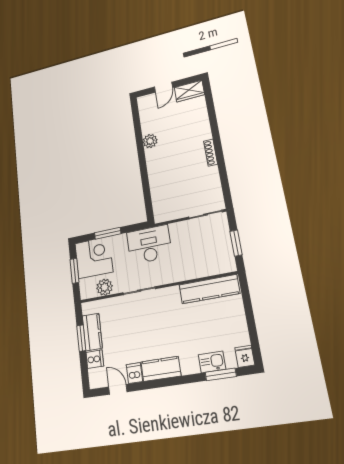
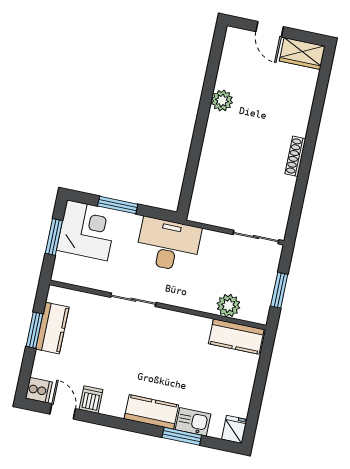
door: (163, 87) -> (270, 29), hinge flipped
plant: (105, 287) -> (228, 306), moved
kitchen counter: (209, 289) -> (236, 336), width x0.67
cooker: (95, 359) -> (39, 390), moved
kitchen counter: (161, 369) -> (151, 412), moved
window: (221, 374) -> (182, 436), moved

